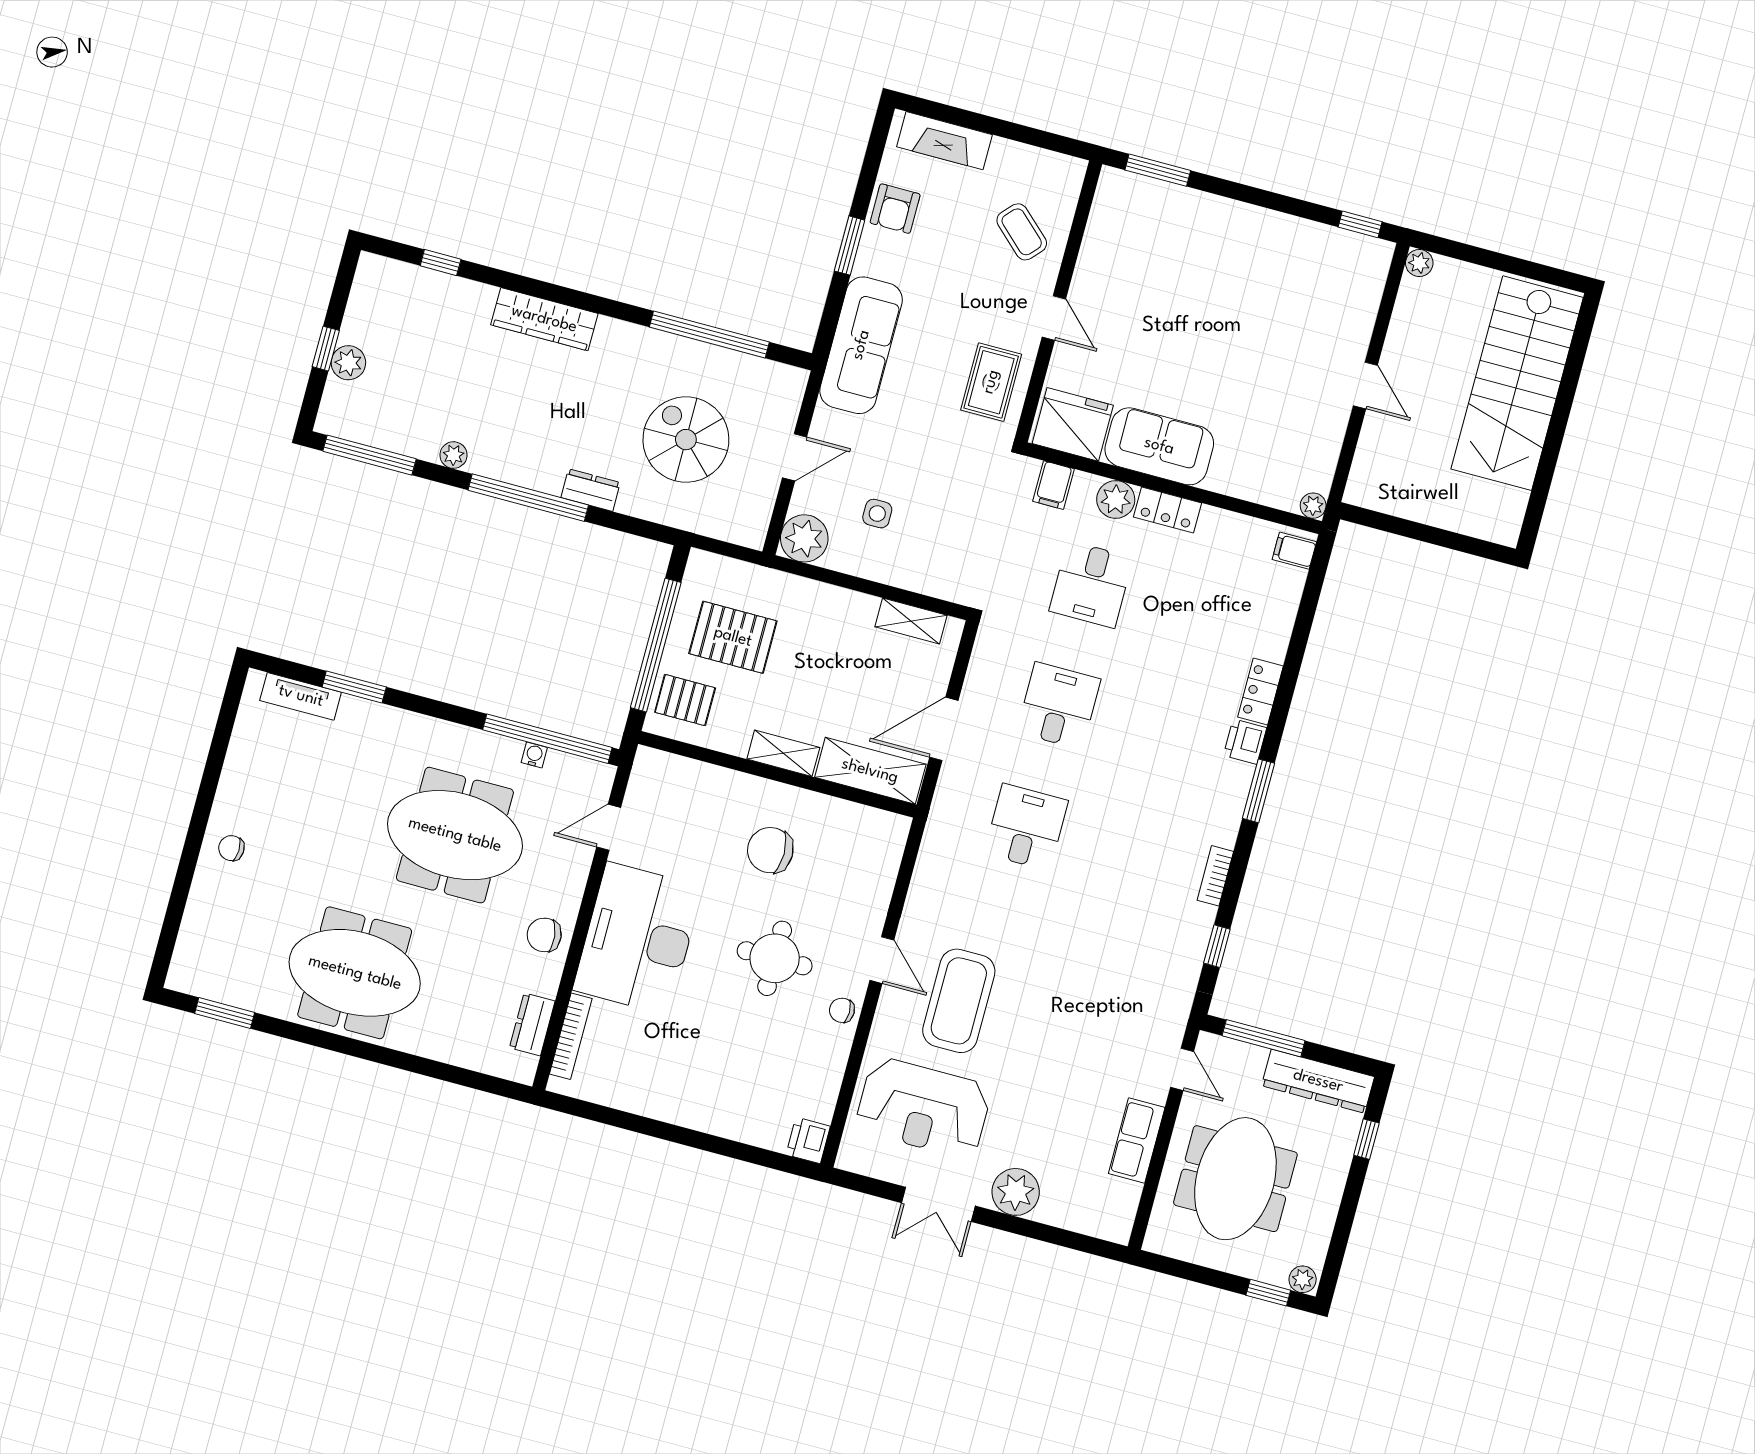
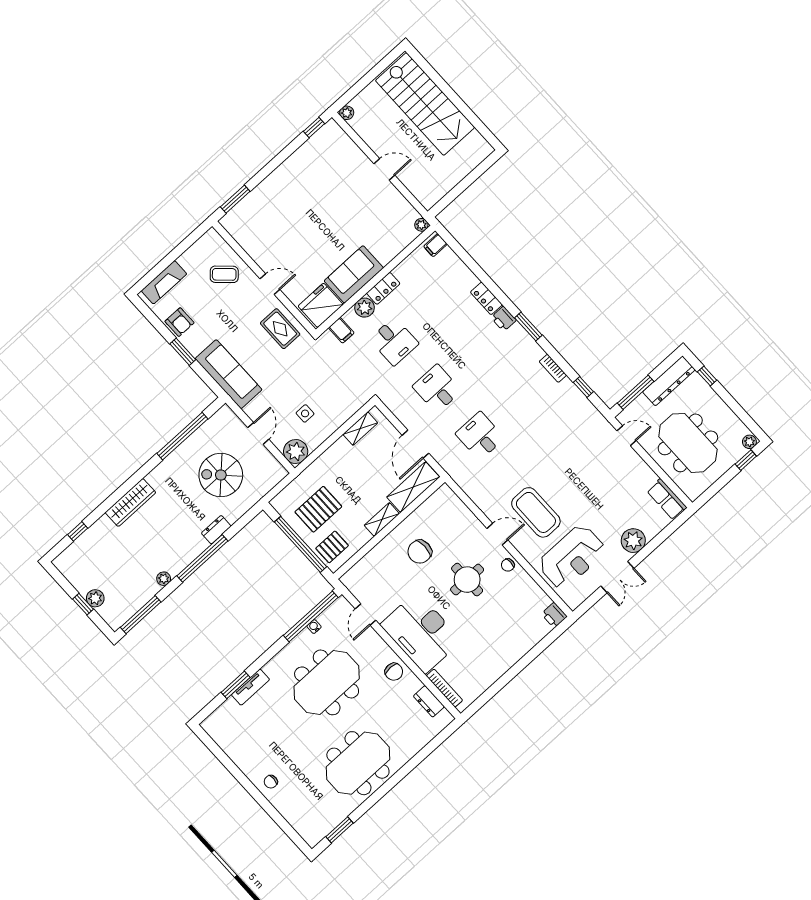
tv unit: (301, 696) -> (250, 687), moved
chair: (544, 935) -> (394, 672), turned -83
row of seats: (1137, 1141) -> (667, 499), moved

